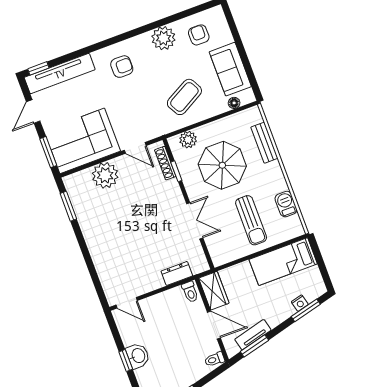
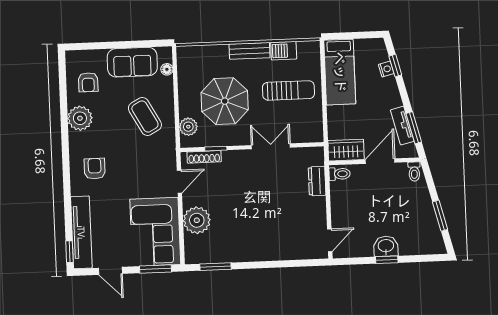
armchair: (199, 35) -> (88, 82), turned -90
bench: (264, 143) -> (249, 51), moved
window: (306, 310) -> (395, 65), width x0.67

